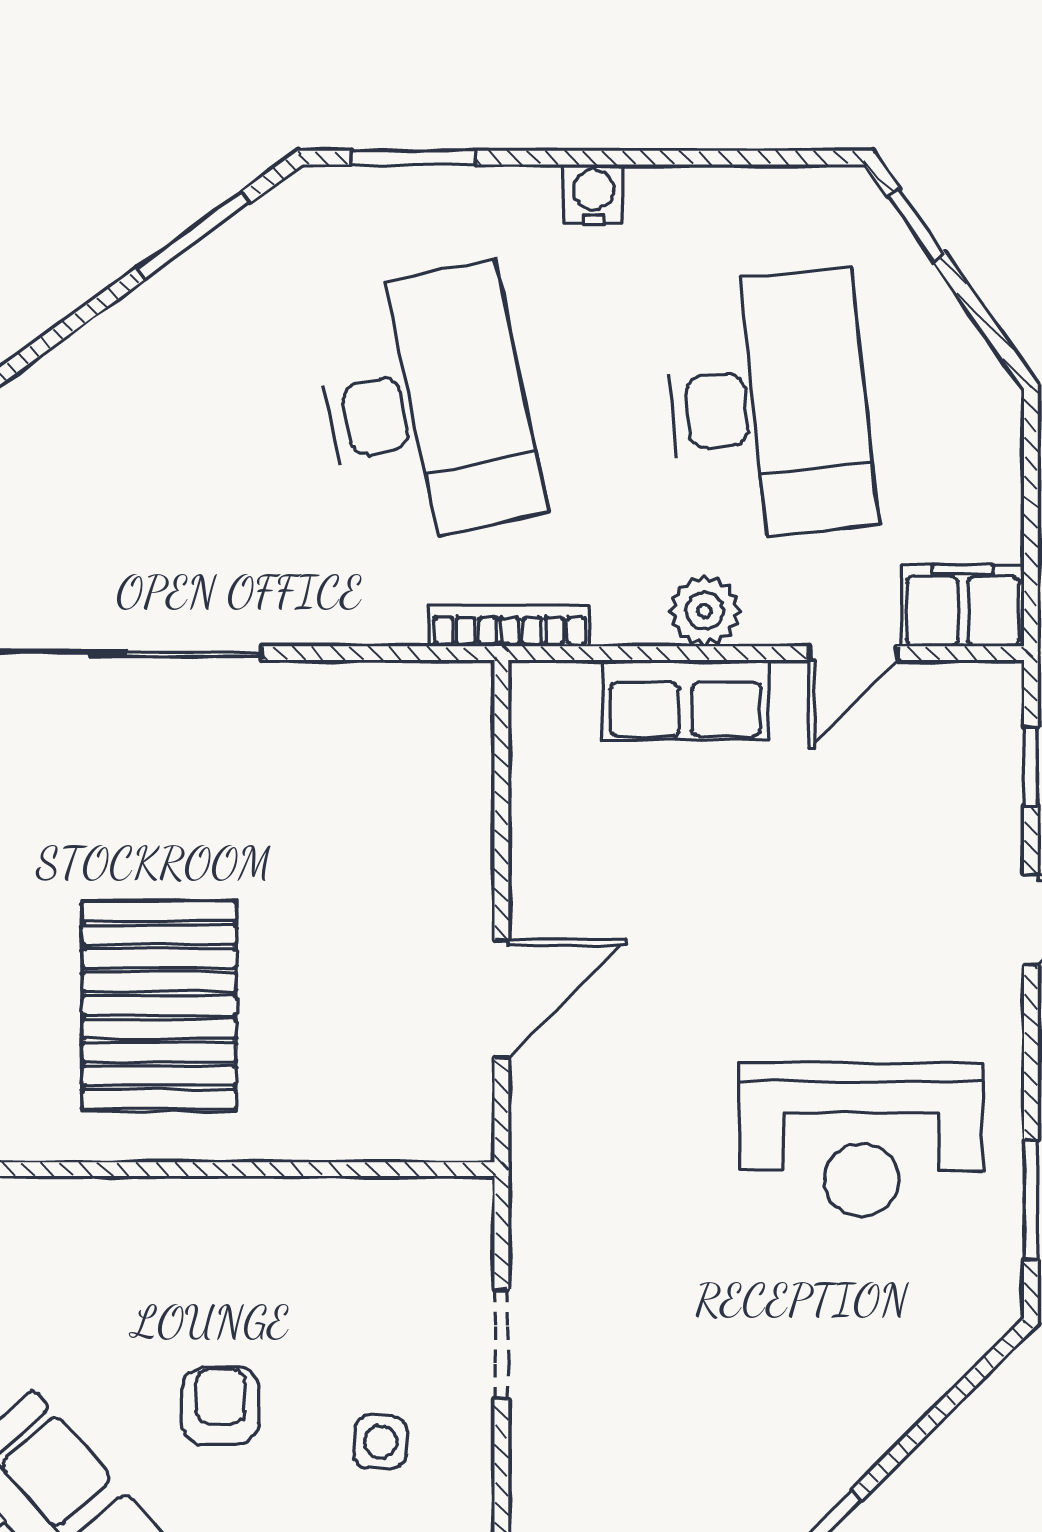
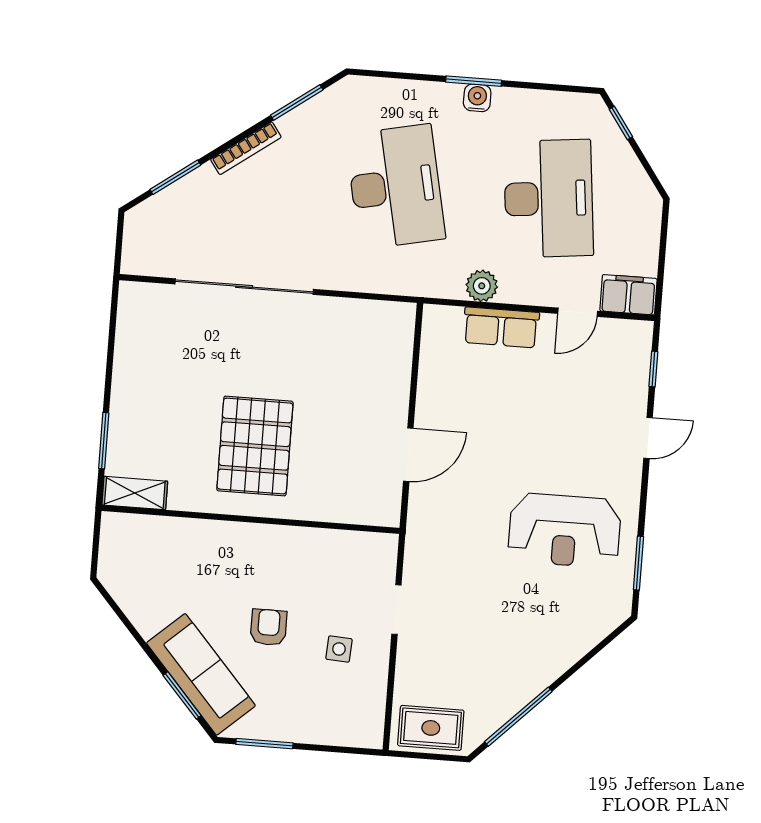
window: (413, 158) -> (474, 81), moved
plant: (704, 611) -> (482, 286), moved
bookcase: (510, 626) -> (246, 148), moved, turned 144

